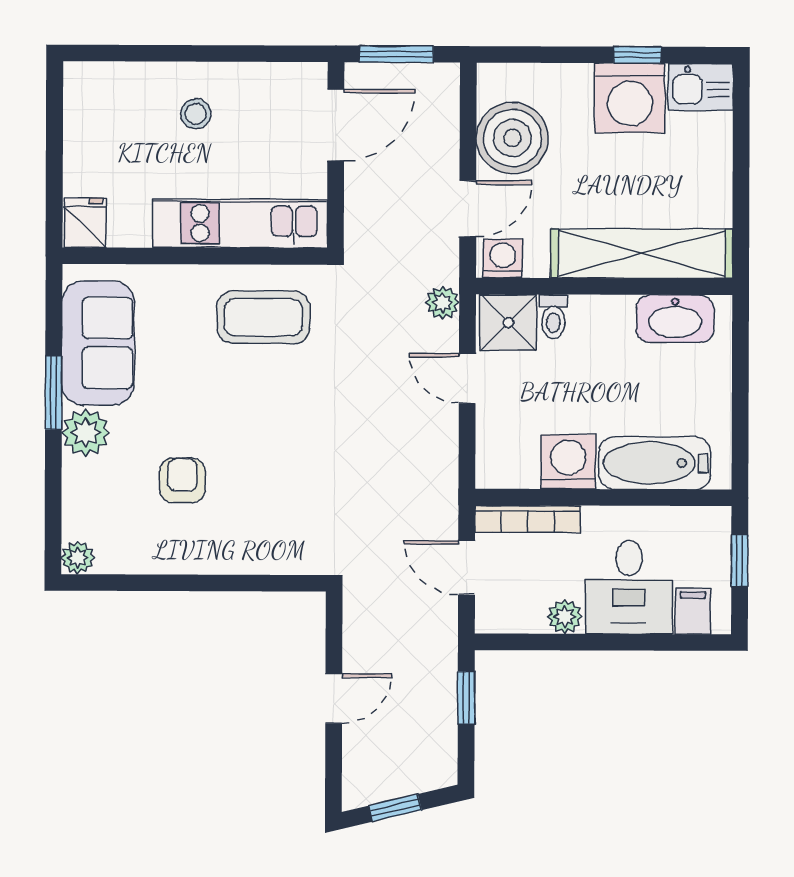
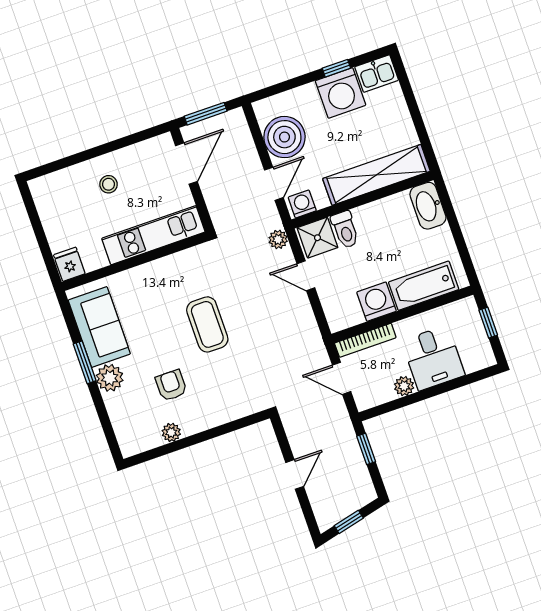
coffee table: (263, 317) -> (207, 324), moved, turned 90
toilet: (553, 317) -> (345, 230), width x1.37, depth x1.39
washbasin: (675, 319) -> (428, 206), moved, turned 90
plant: (78, 558) -> (171, 432), moved
filing cabinet: (693, 611) -> (472, 359), removed

